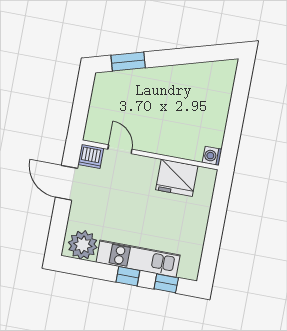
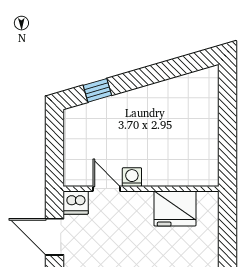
window: (128, 62) -> (97, 90), width x0.67
washing machine: (212, 156) -> (132, 177), moved, turned 90

